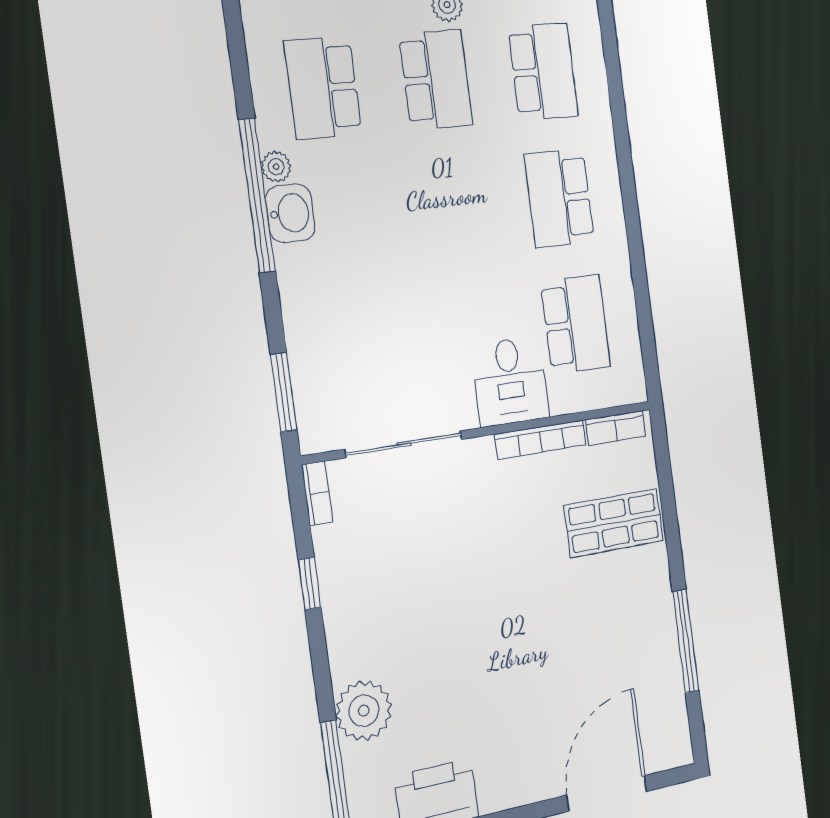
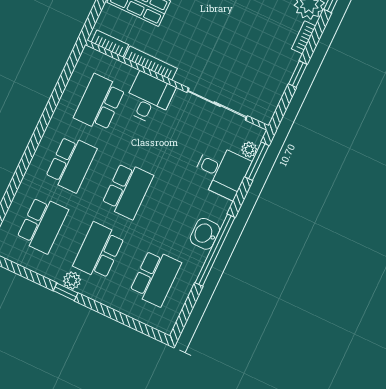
school desk: (543, 72) -> (42, 225), turned 180
plant: (276, 167) -> (249, 149), moved
school desk: (453, 209) -> (127, 190), added
desk: (330, 337) -> (221, 171), added
bookcase: (317, 493) -> (304, 37), moved

